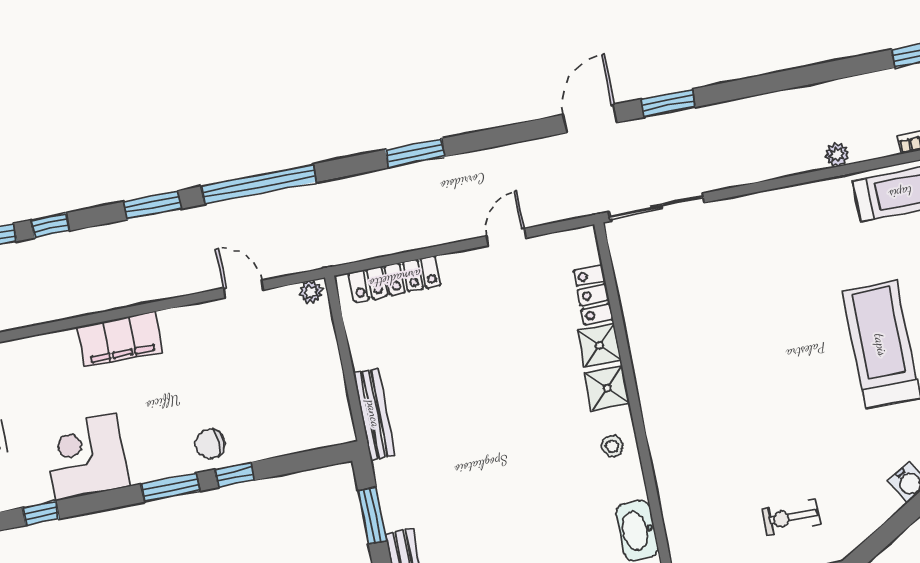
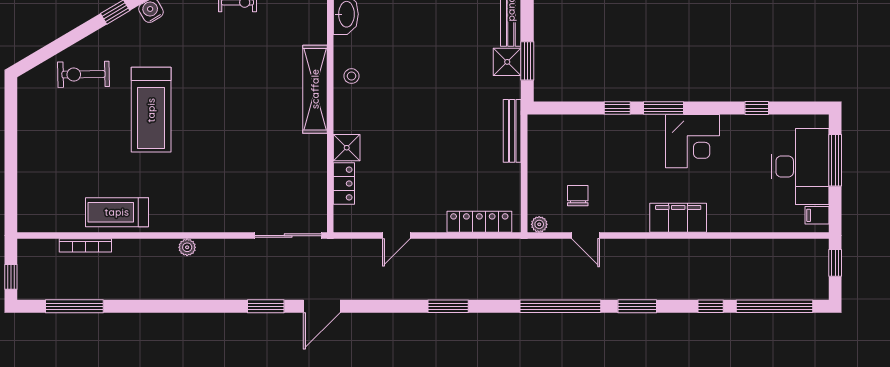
plant: (837, 155) -> (187, 247), moved
shower: (607, 388) -> (507, 62), moved
shelving: (659, 418) -> (315, 89), added
chair: (210, 444) -> (578, 196), moved, turned -90
corner desk: (86, 456) -> (693, 141), moved

